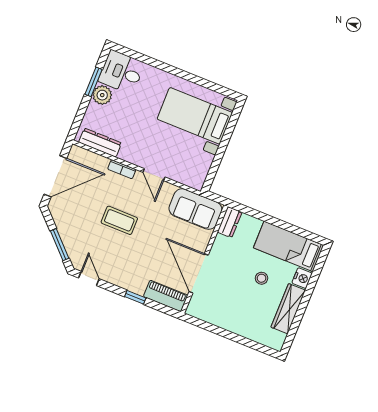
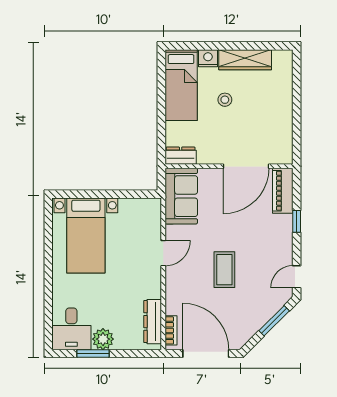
bookcase: (122, 169) -> (171, 330), moved

